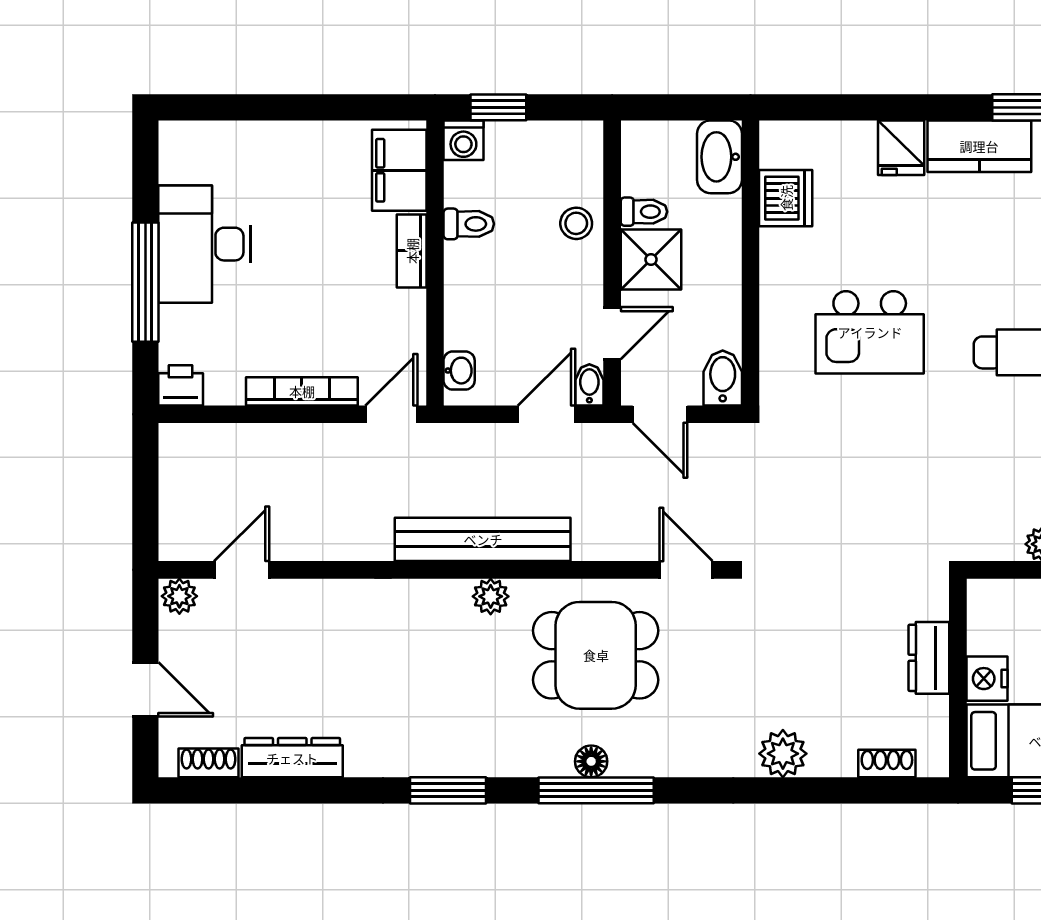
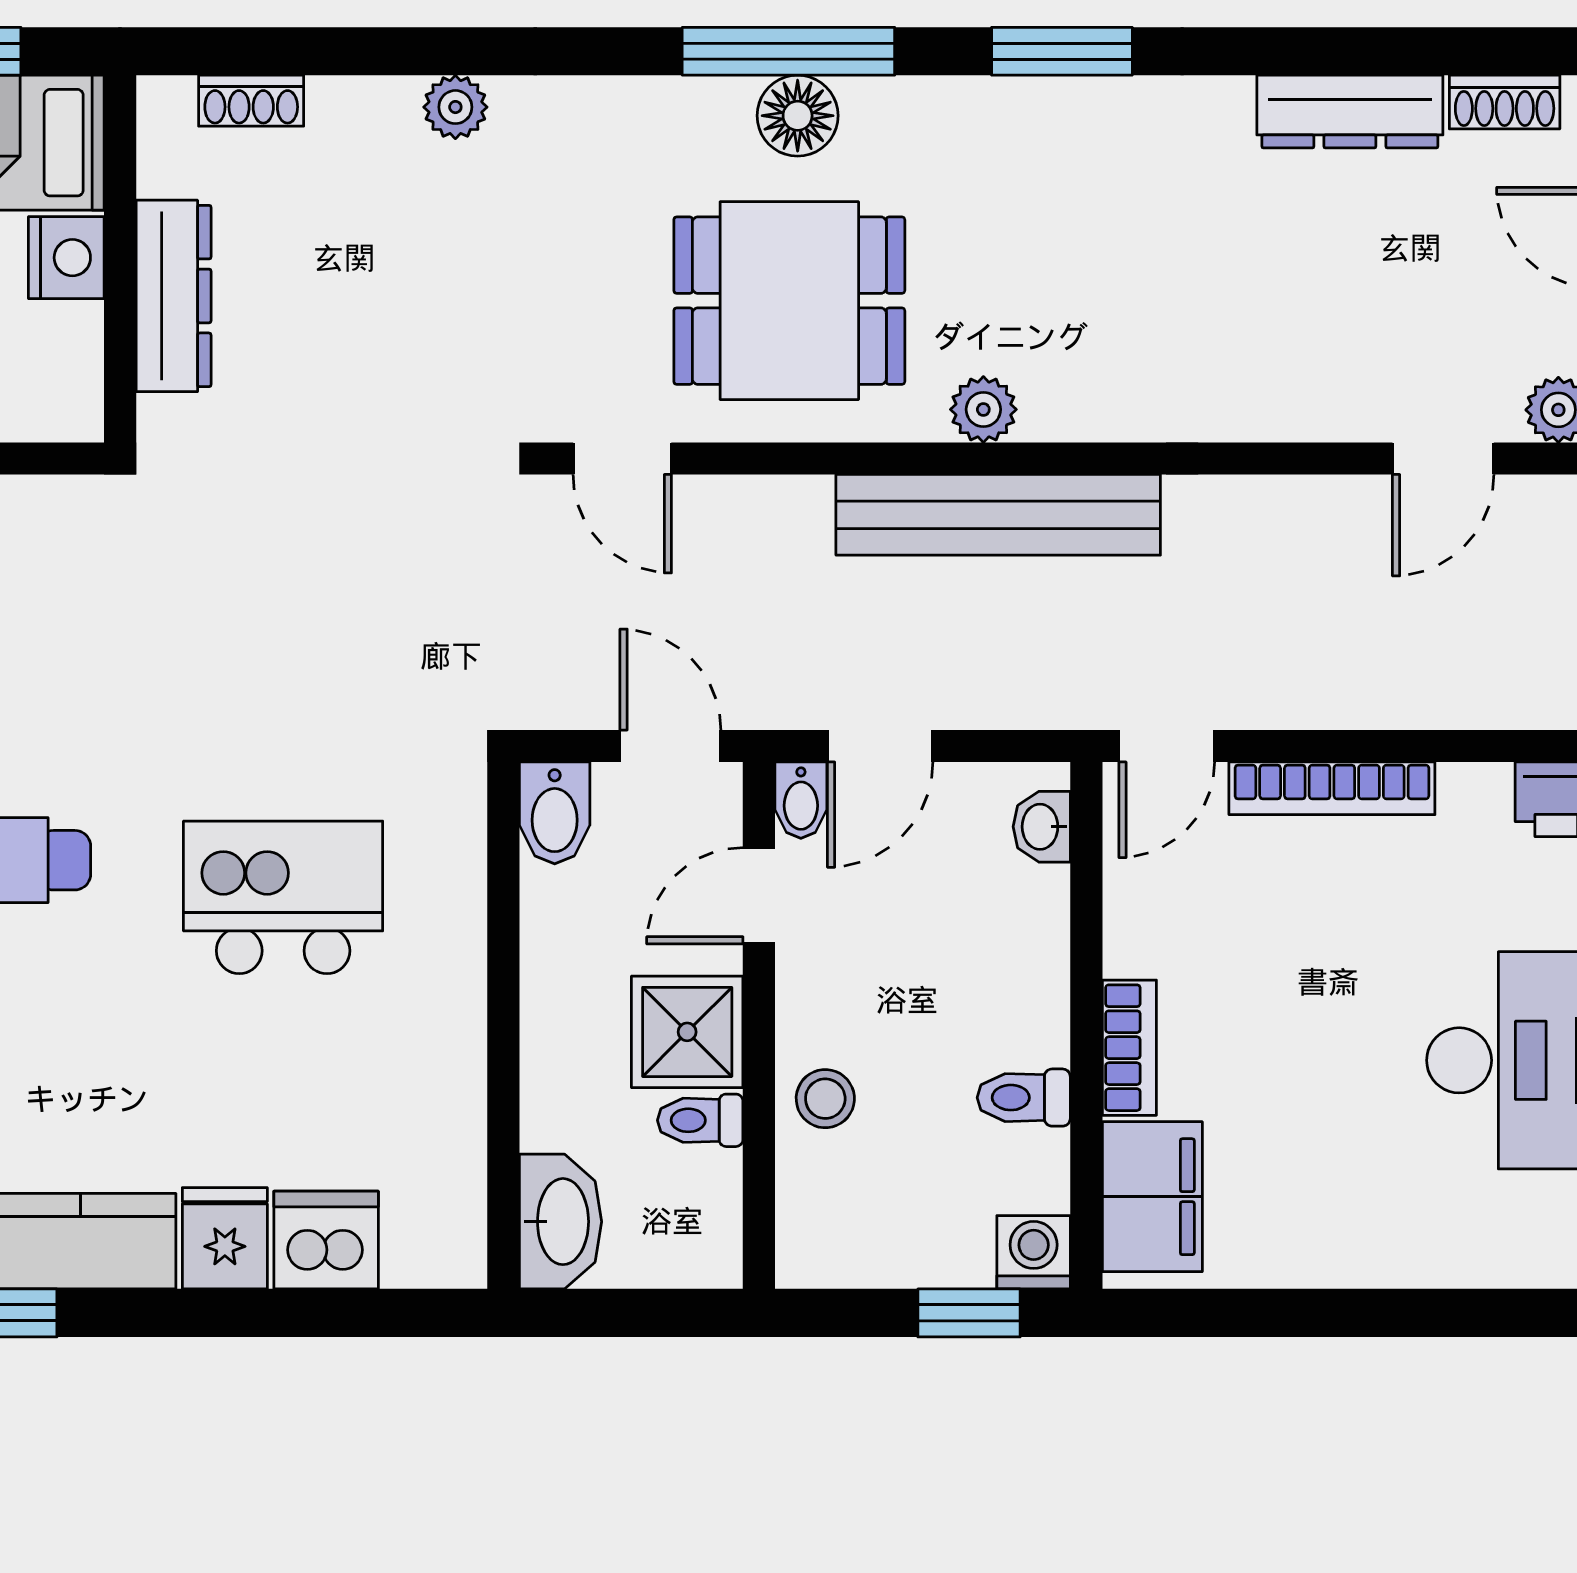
dishwasher: (786, 198) -> (326, 1240), moved, turned 90
dresser: (929, 658) -> (174, 296), width x1.44
plant: (783, 754) -> (455, 107), width x0.73, depth x0.73
floor lamp: (591, 761) -> (798, 116), width x1.37, depth x1.37

